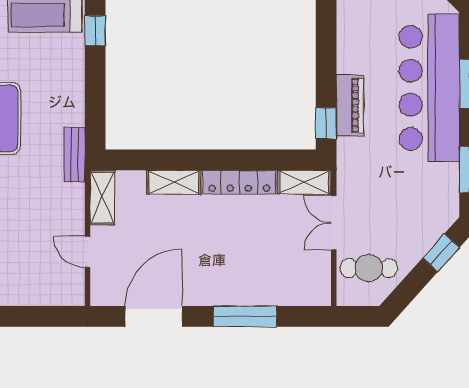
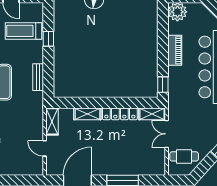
piano: (350, 106) -> (175, 50), moved
bench: (75, 155) -> (38, 77), moved

